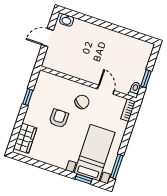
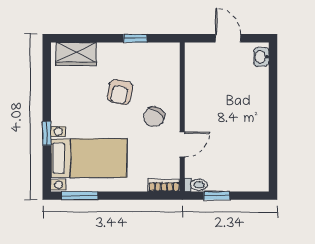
chair: (82, 102) -> (154, 117), turned 91
armchair: (59, 118) -> (120, 92), turned 102
window: (84, 179) -> (47, 133), moved

